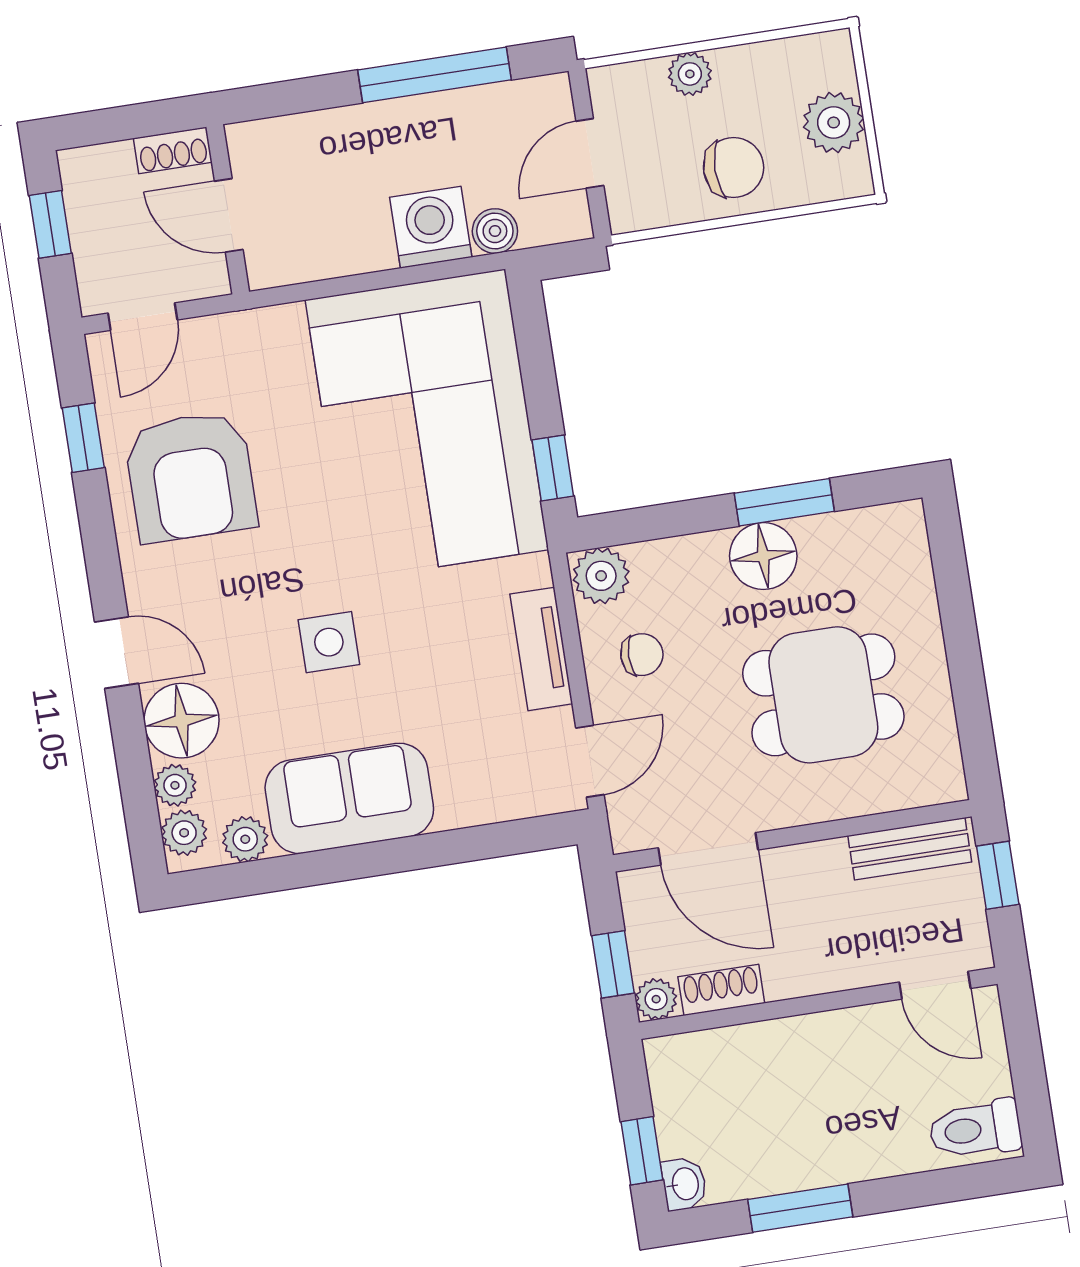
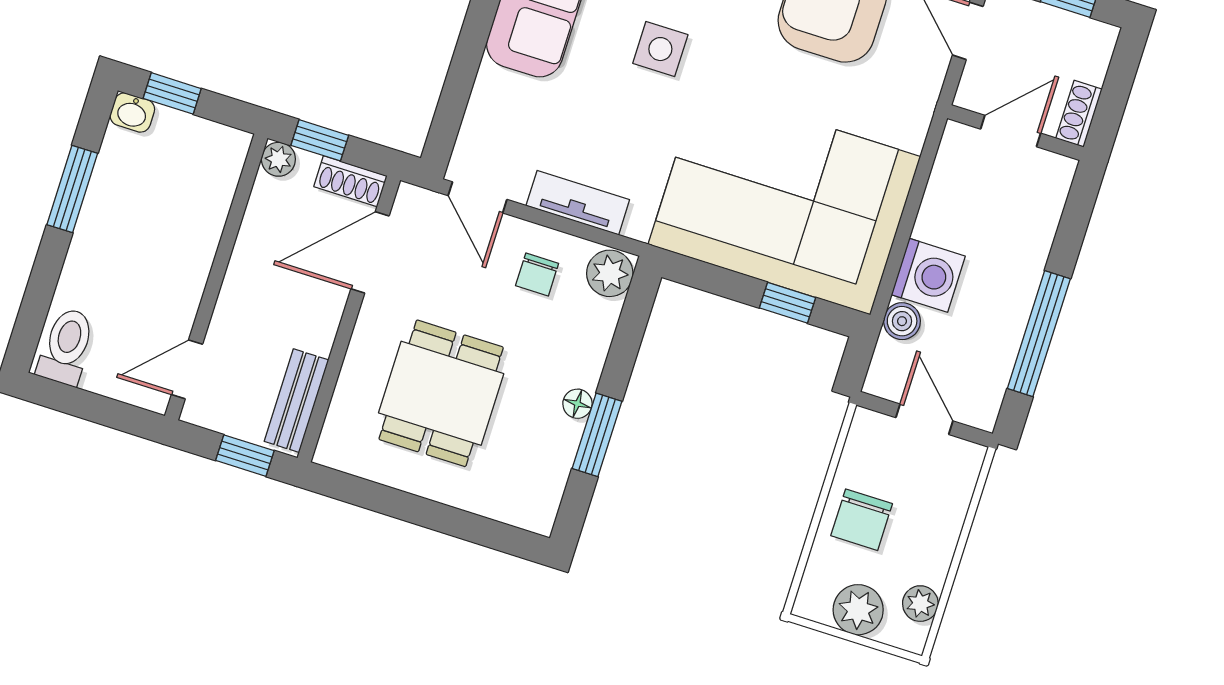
plant: (690, 74) -> (920, 604), moved
window: (553, 468) -> (787, 303), moved
floor lamp: (763, 556) -> (577, 404), width x0.53, depth x0.53
shoe rack: (721, 990) -> (350, 181), moved, turned 90

